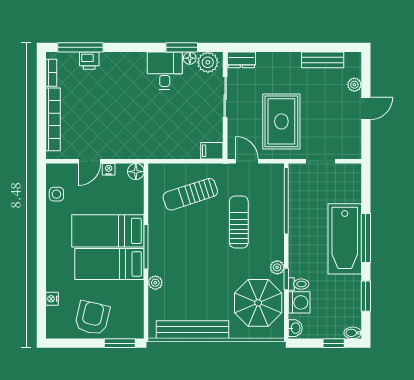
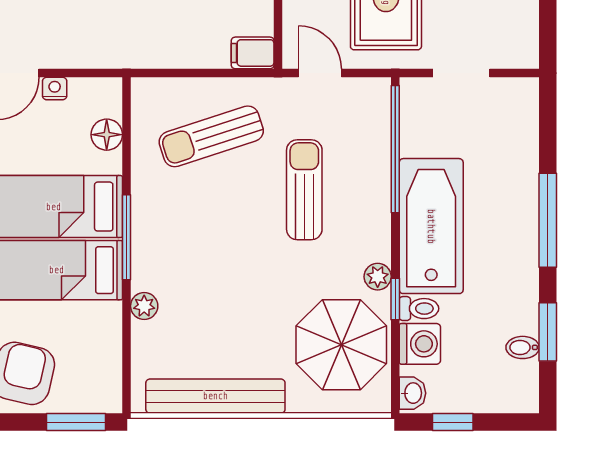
floor lamp: (136, 172) -> (107, 135), moved
bathtub: (345, 239) -> (431, 226), moved, turned 180
bidet: (353, 333) -> (523, 347), moved
window: (334, 343) -> (453, 422), moved

